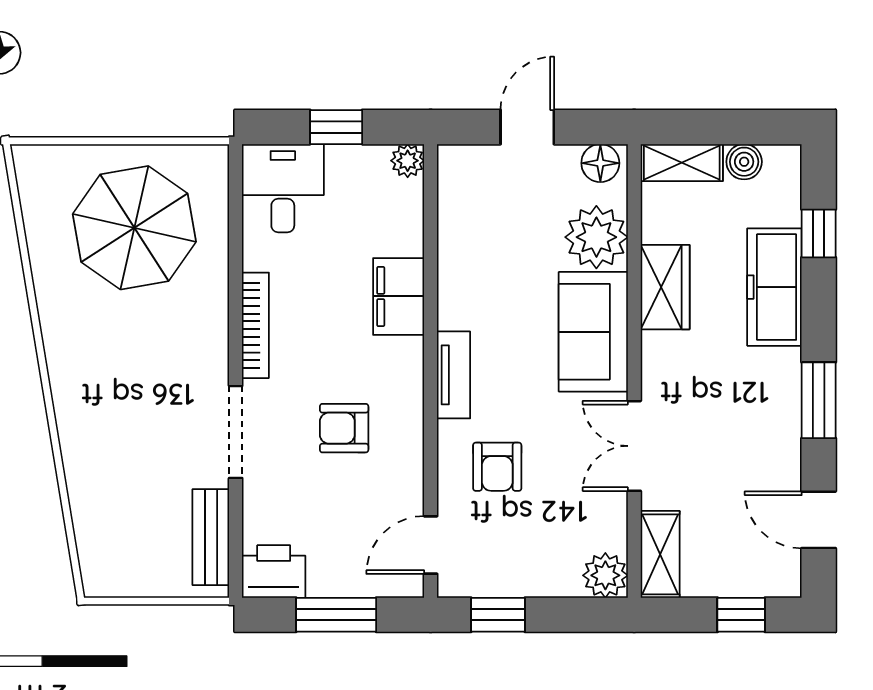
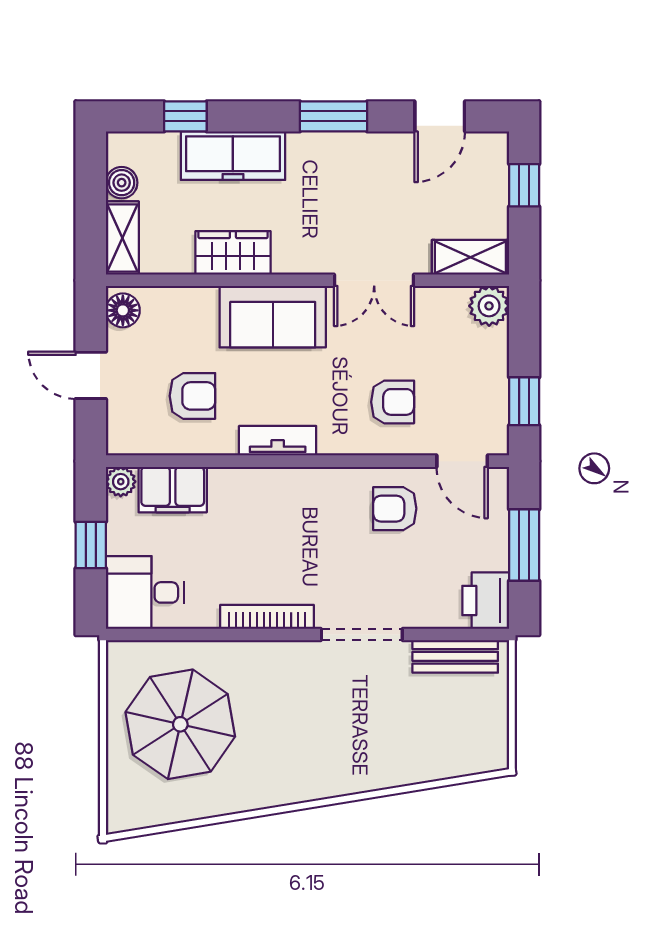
plant: (596, 237) -> (189, 314), removed
armchair: (504, 241) -> (192, 396), added
filing cabinet: (399, 296) -> (173, 490), moved
tv unit: (454, 375) -> (278, 441), moved
armchair: (344, 428) -> (395, 509), moved, turned 90

